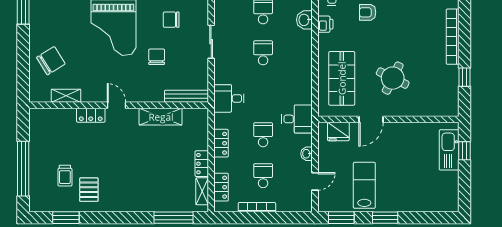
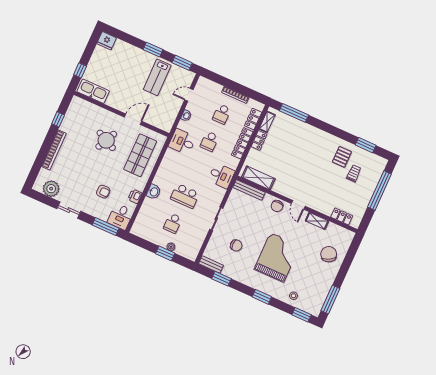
washbasin: (304, 20) -> (154, 192), moved
school desk: (263, 53) -> (185, 196), width x1.85
chair: (157, 57) -> (277, 206), moved
chair: (51, 61) -> (329, 254), turned 94
shelving: (66, 96) -> (317, 221), moved
locker: (91, 115) -> (342, 216), moved
shelving: (161, 117) -> (258, 178), moved
fridge: (338, 132) -> (107, 41), moved, turned 180
locker: (221, 143) -> (242, 143), width x1.53
kitchen sink: (449, 150) -> (93, 91), moved, turned -90

